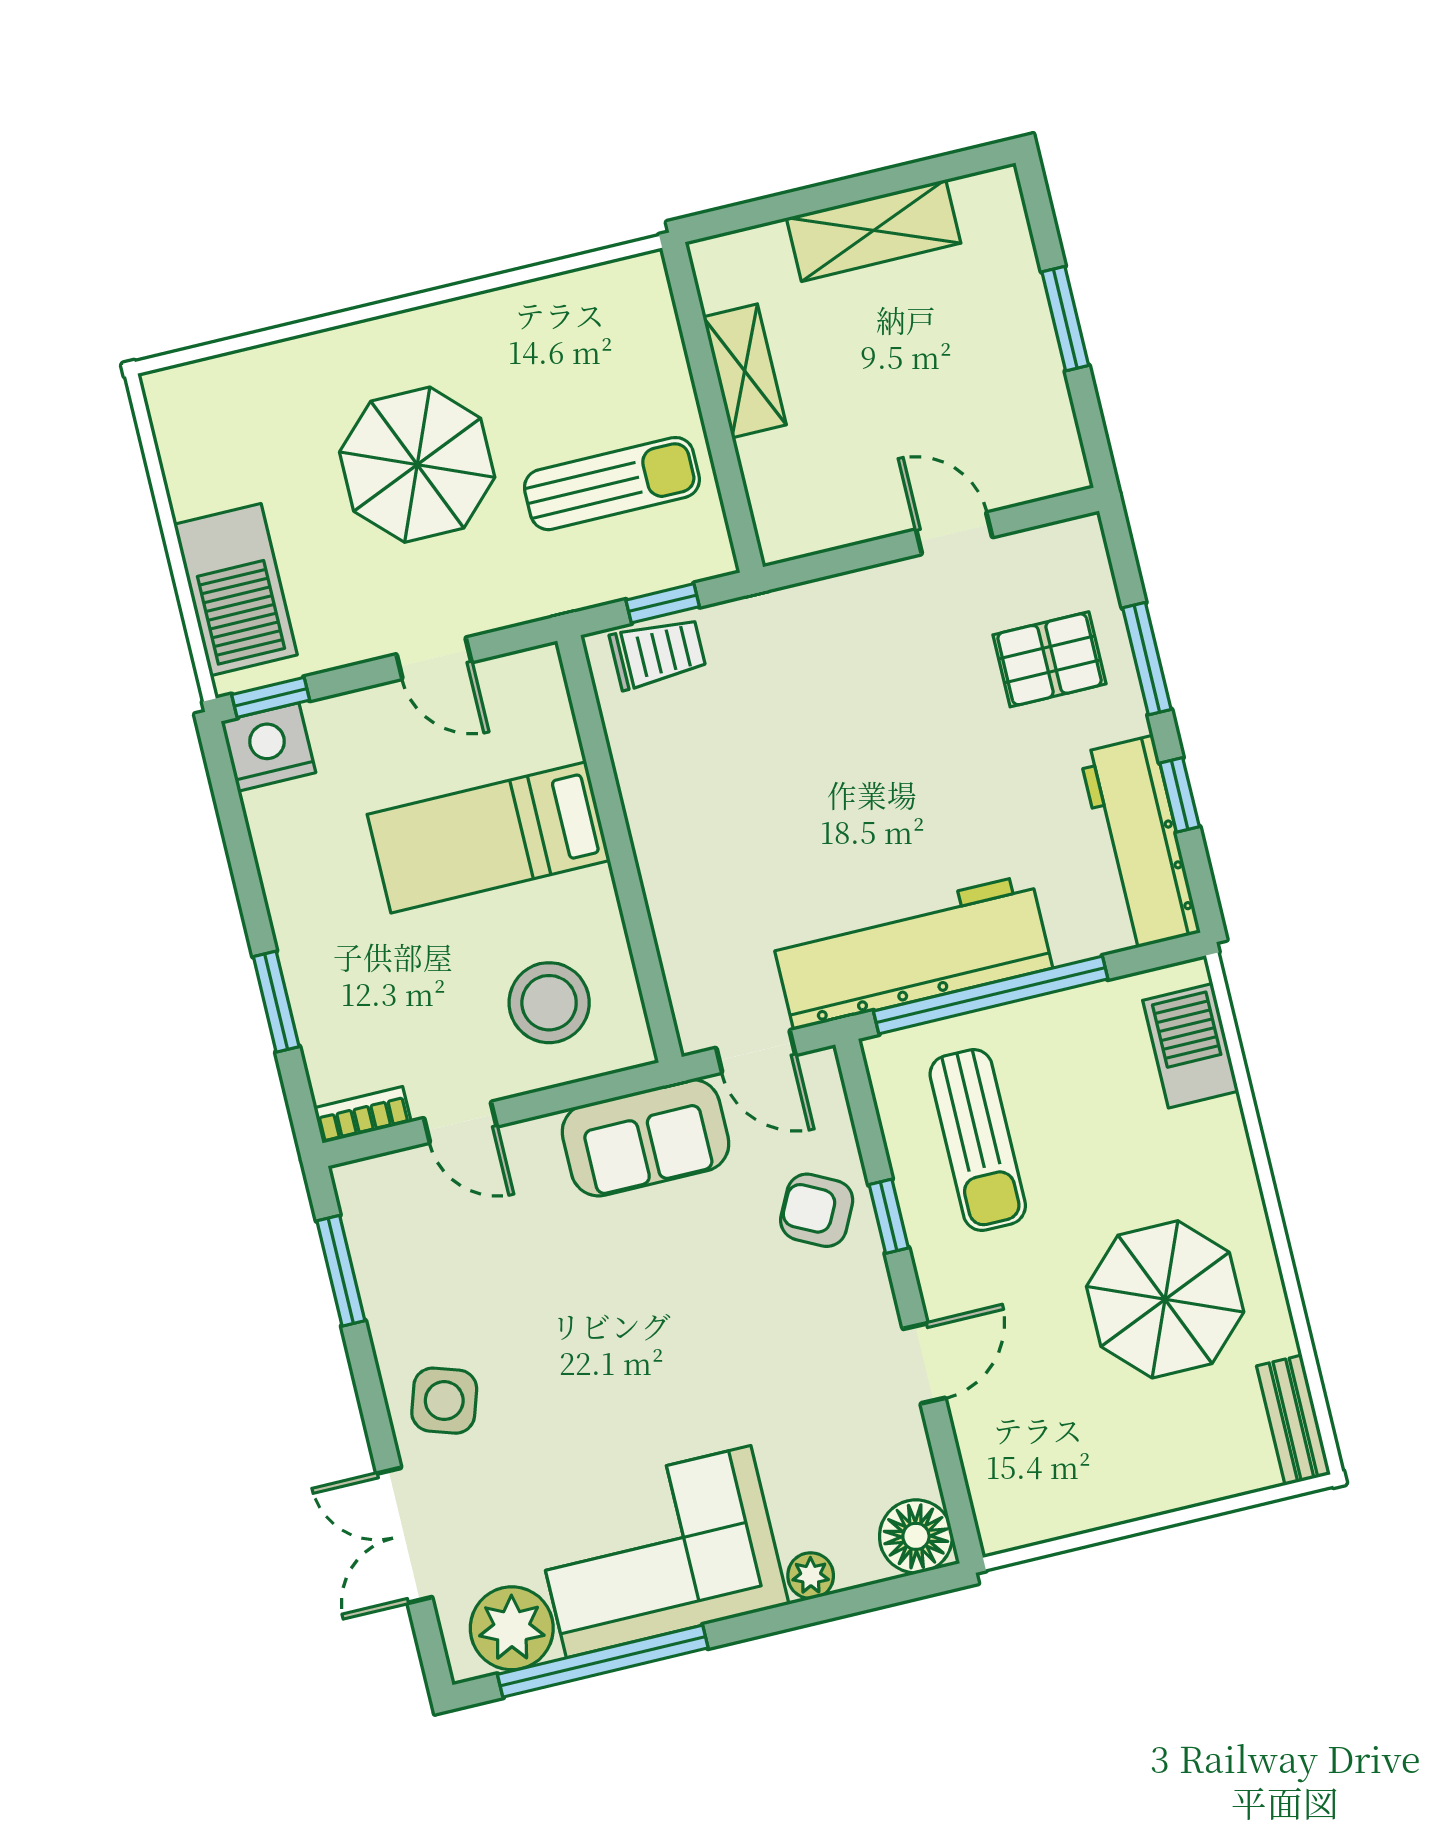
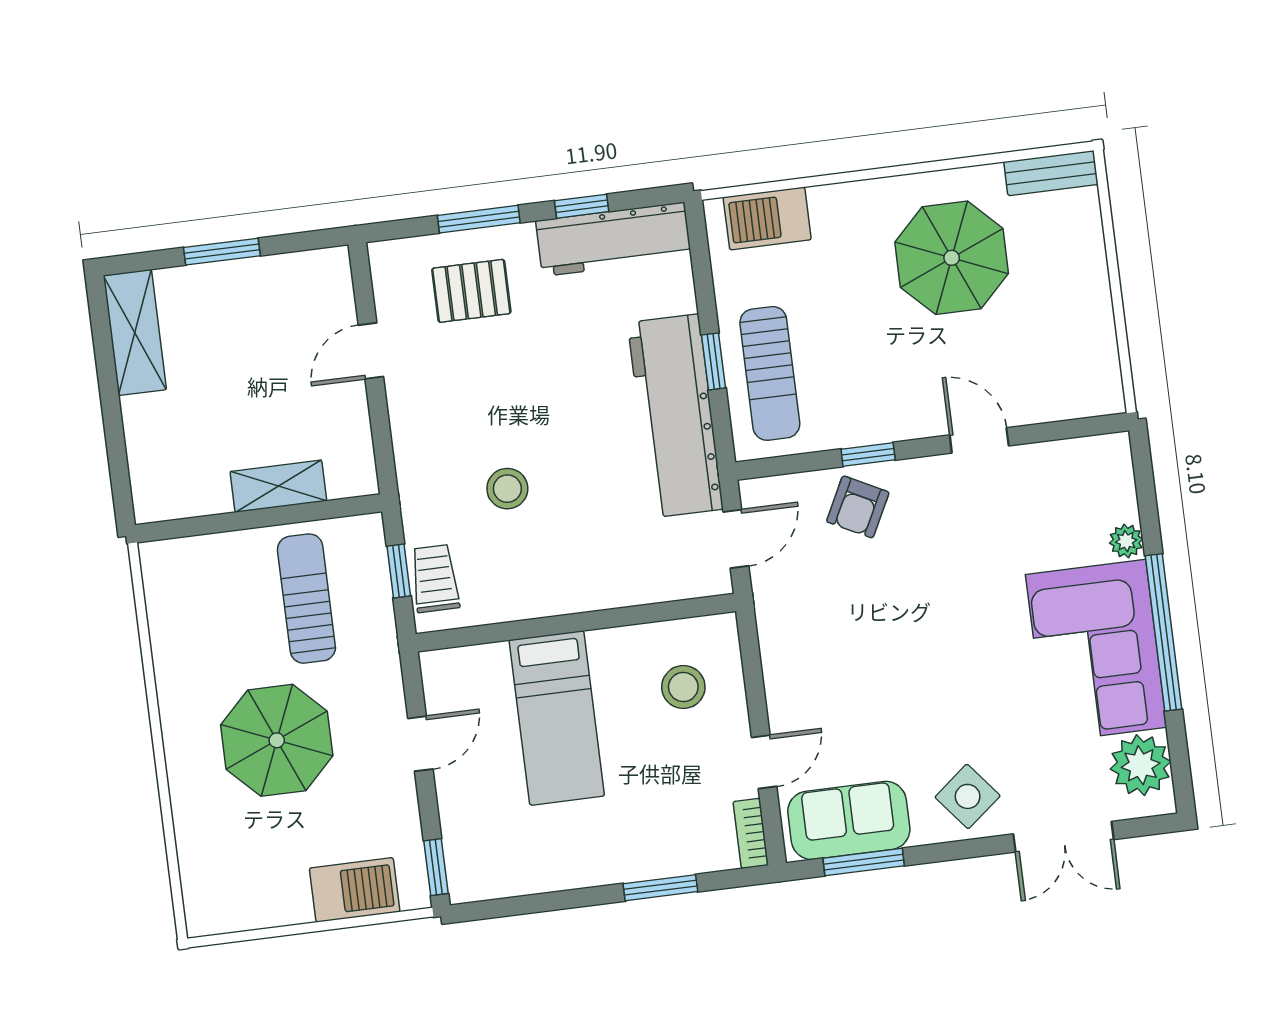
shelving: (874, 230) -> (135, 333), moved
shelving: (745, 371) -> (278, 486), moved
barbecue: (236, 590) -> (355, 890), width x0.73, depth x0.83
pallet: (1050, 659) -> (471, 291), turned 90
stool: (789, 737) -> (507, 489), added
nightstand: (268, 747) -> (472, 873), removed
window: (991, 995) -> (714, 361), width x0.32
stool: (549, 1003) -> (683, 687), width x0.73, depth x0.73
sofa: (645, 1138) -> (849, 820), moved, turned -90
sun lounger: (978, 1140) -> (770, 373), moved, turned 90
side table: (444, 1401) -> (968, 796), turned 33
floor lamp: (916, 1536) -> (1106, 460), removed
window: (603, 1661) -> (1164, 632), moved

